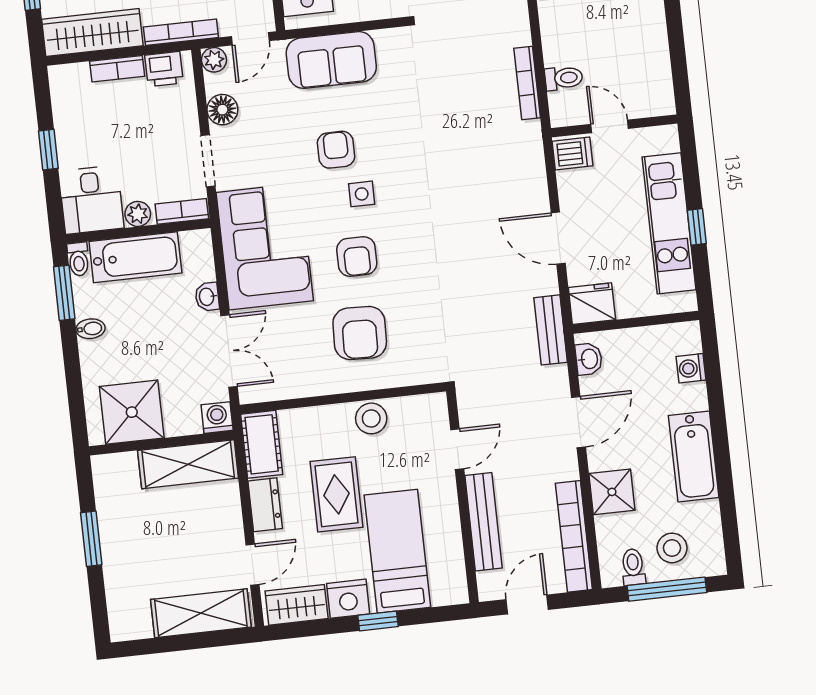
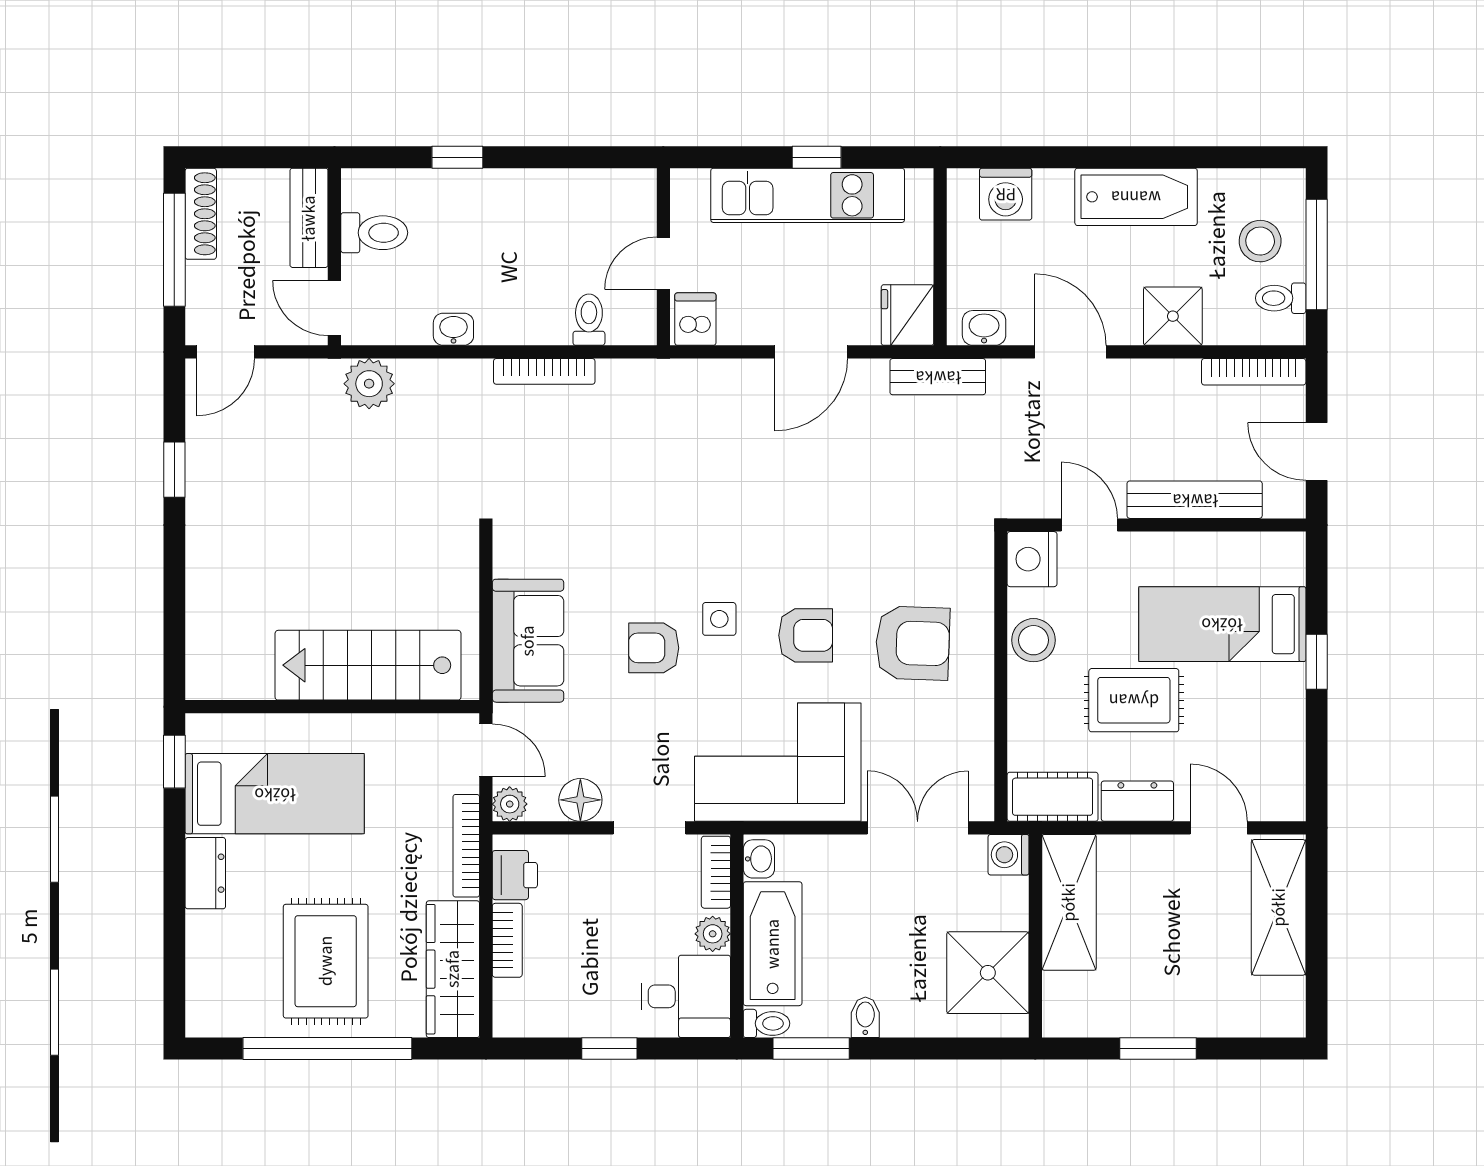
bookcase: (527, 83) -> (544, 371), moved
washbasin: (207, 297) -> (759, 859), moved, turned -90
washing machine: (691, 368) -> (1006, 194), width x1.38, depth x1.38
bookcase: (574, 536) -> (1254, 372), width x0.68, depth x0.76
nightstand: (348, 599) -> (1032, 559), moved, turned 180
wardrobe: (297, 605) -> (1282, 773), removed

